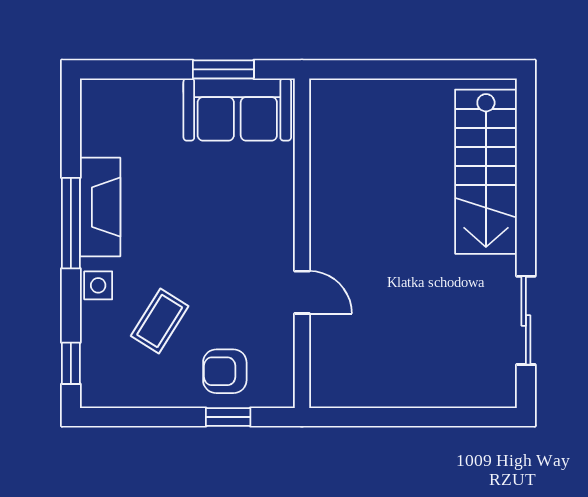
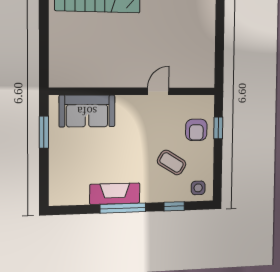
sofa: (237, 110) -> (87, 111), moved, turned 90
side table: (98, 285) -> (198, 188), moved
window: (71, 363) -> (174, 206), moved

